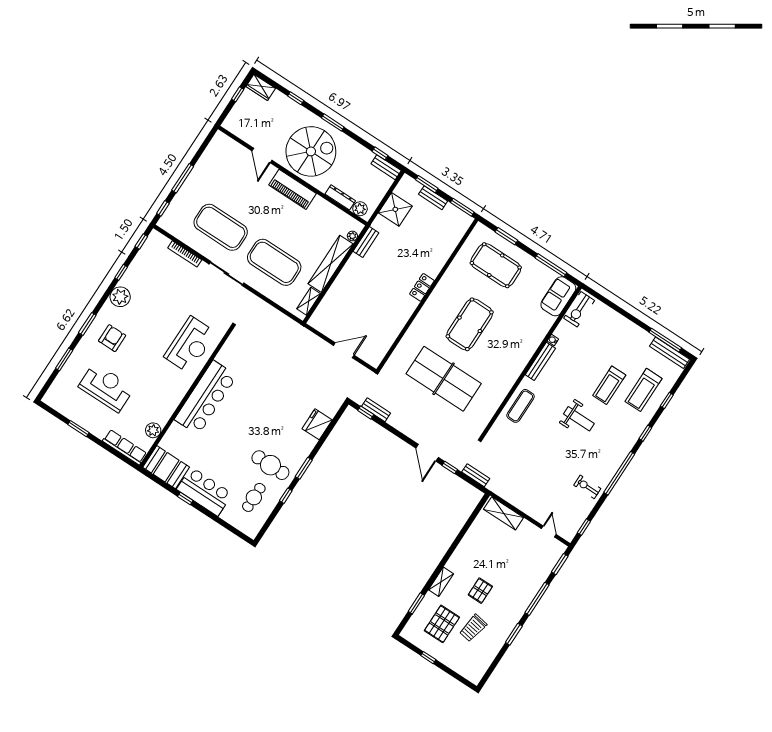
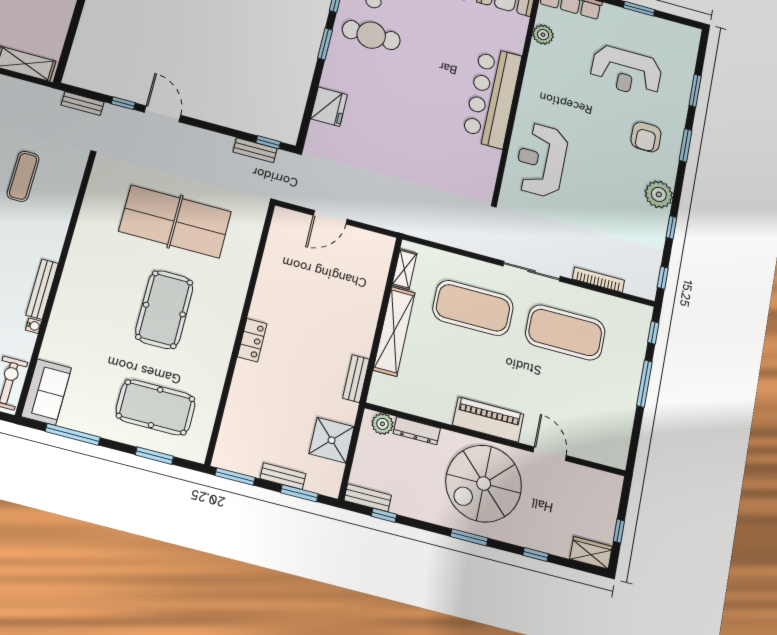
plant: (352, 236) -> (378, 381), removed
exercise mat: (521, 406) -> (23, 176), moved

